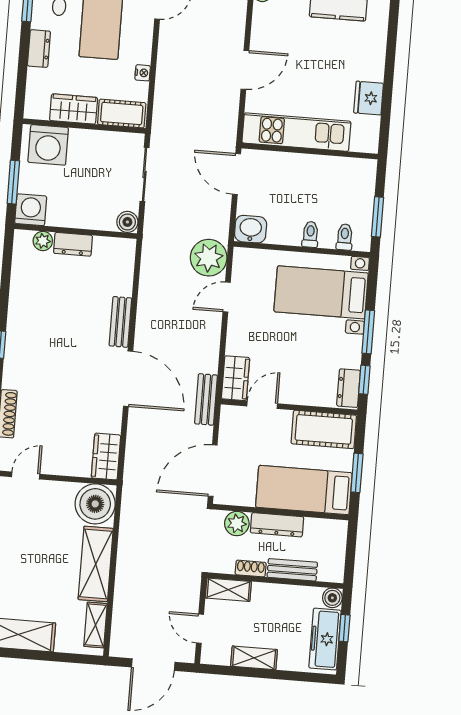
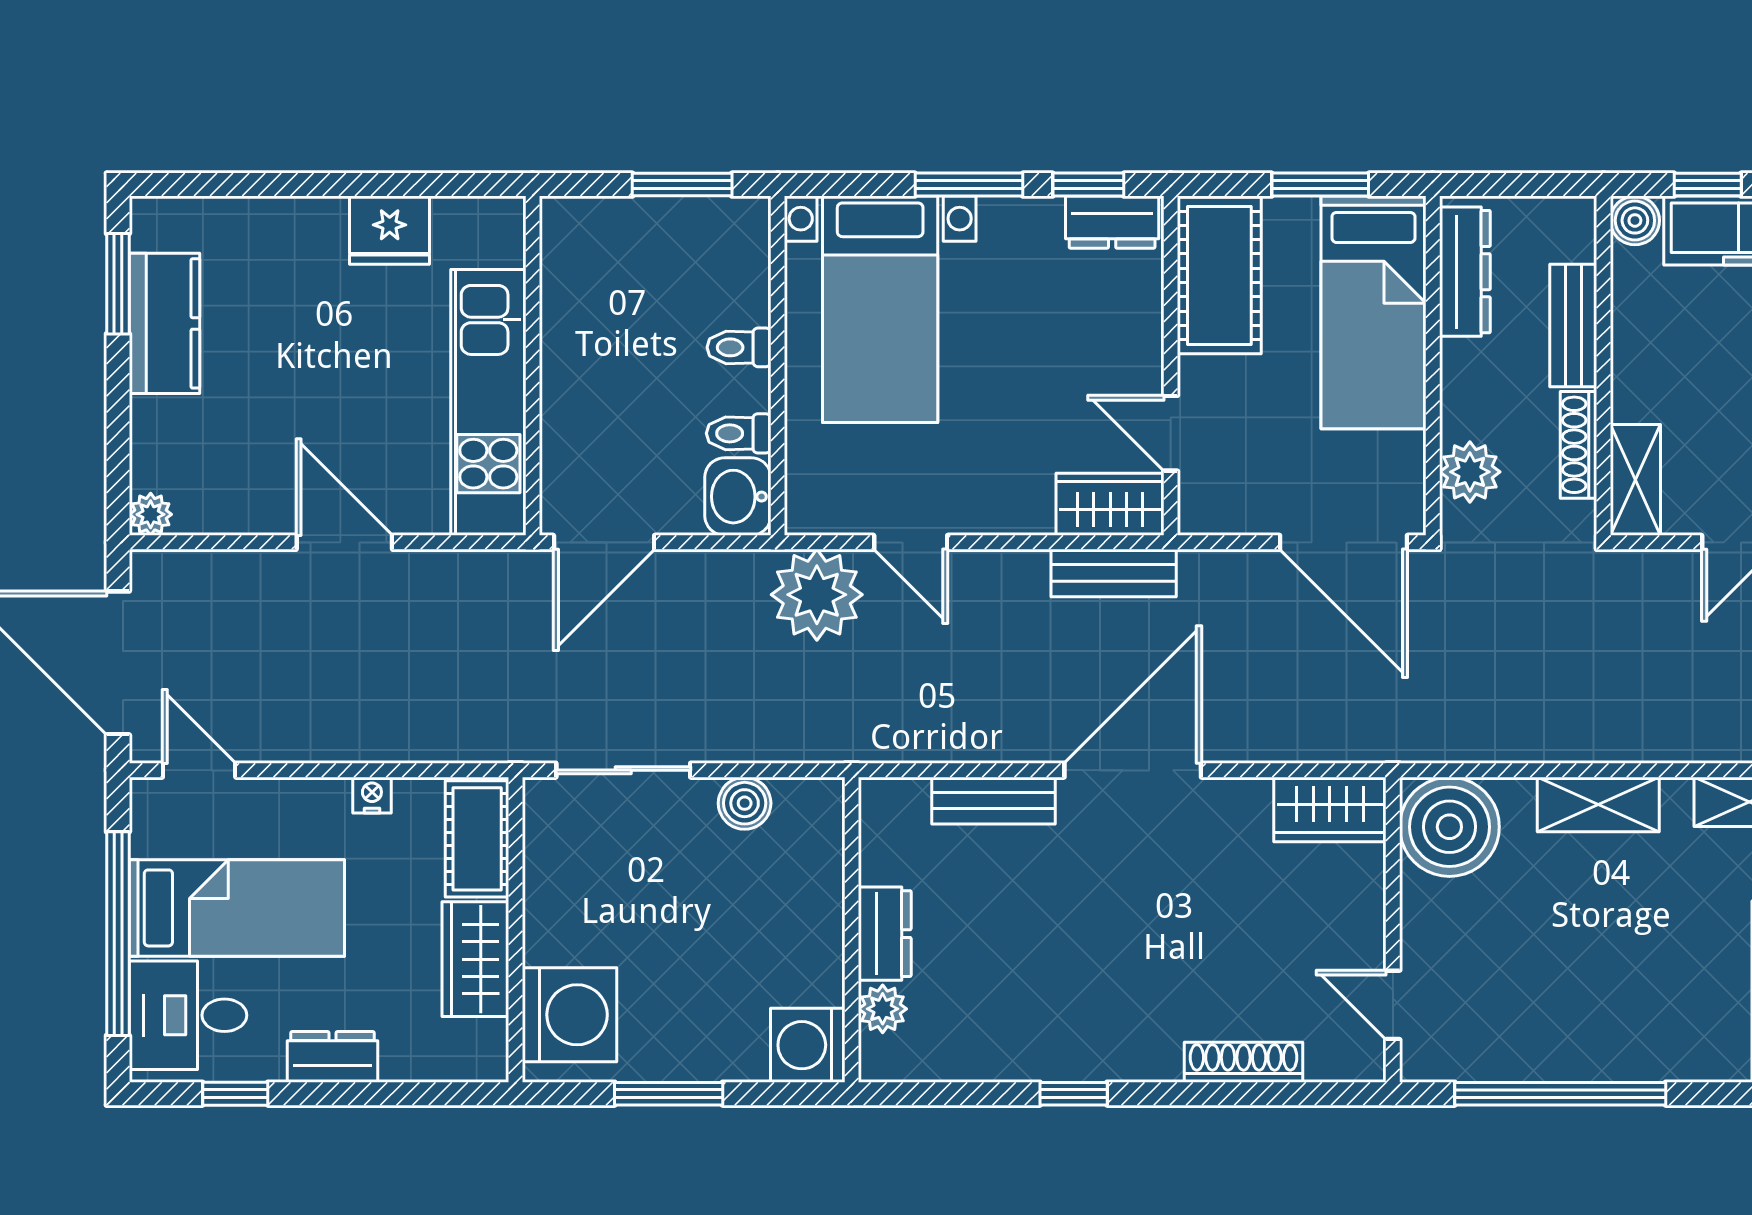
washing machine: (31, 210) -> (808, 1045), moved
wall: (76, 231) -> (852, 930), moved
toilet: (345, 237) -> (739, 433), moved
plant: (43, 241) -> (883, 1009), moved
dresser: (73, 244) -> (885, 934), moved
bench: (206, 399) -> (1114, 573), moved
dresser: (277, 525) -> (1465, 272), moved
shelving: (96, 564) -> (1598, 804), width x0.67, depth x0.75
shoe rack: (251, 569) -> (1579, 445), width x1.43

